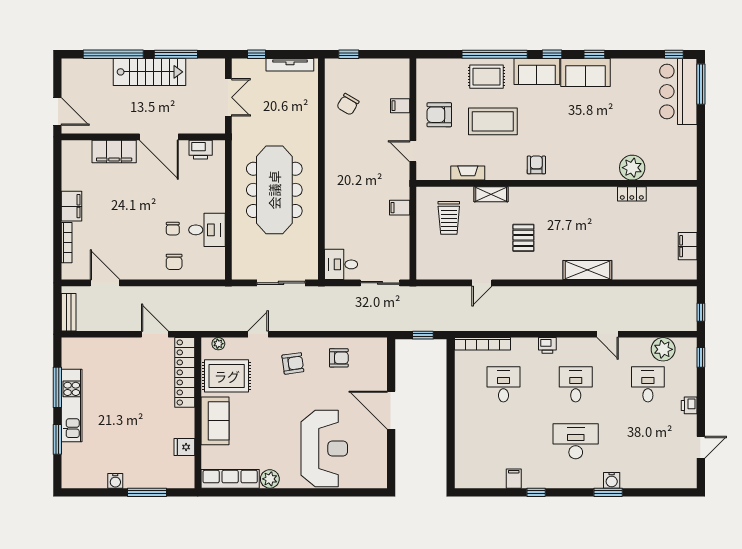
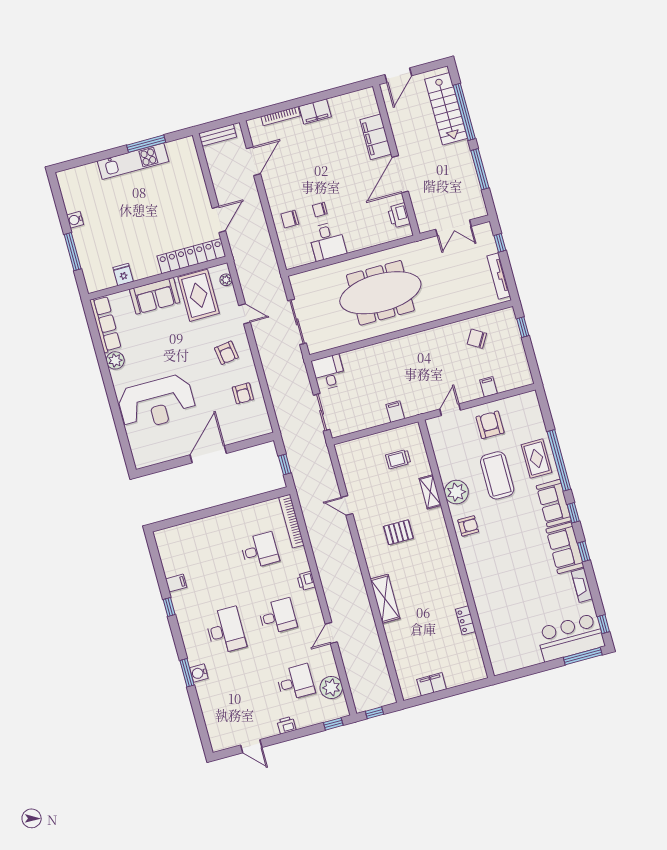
stairs: (150, 72) -> (446, 109), moved
plant: (632, 168) -> (456, 492), moved
fireplace: (468, 173) -> (582, 585), moved, turned 180
trolley: (449, 218) -> (398, 459), width x0.73, depth x0.72
window: (57, 439) -> (99, 157), removed

